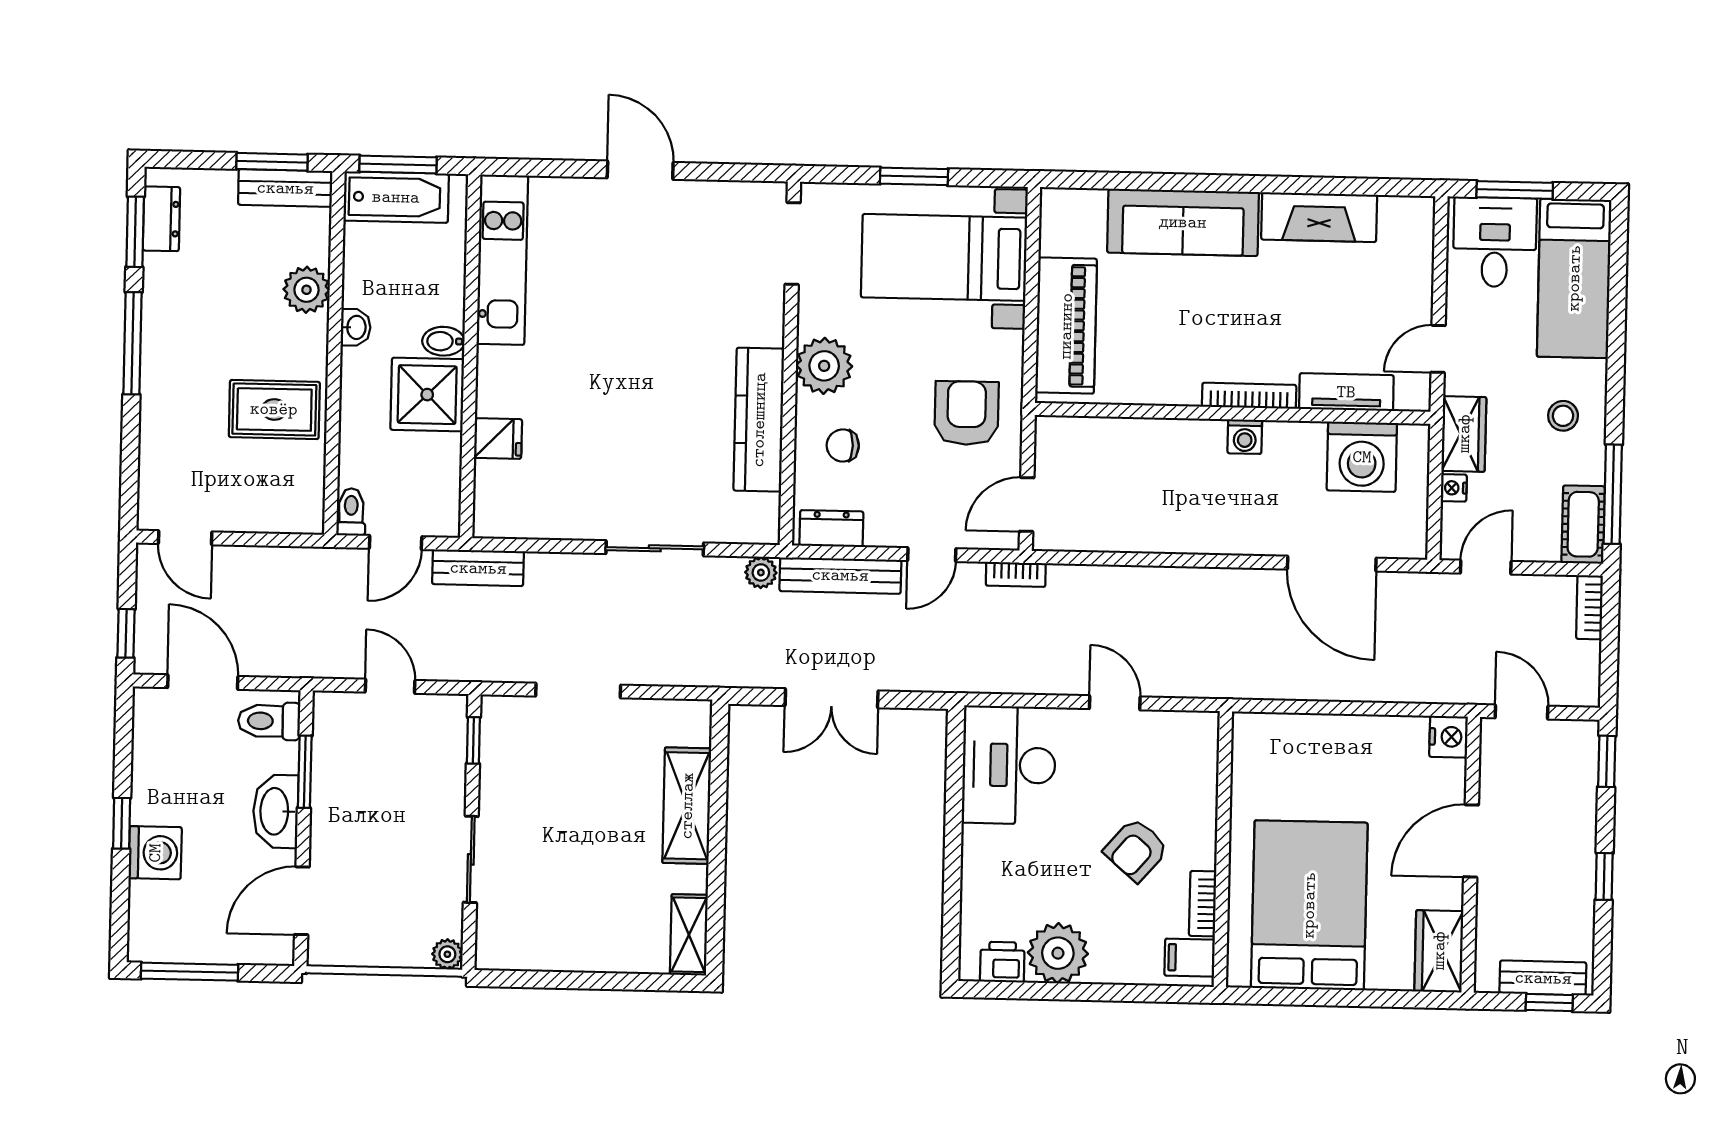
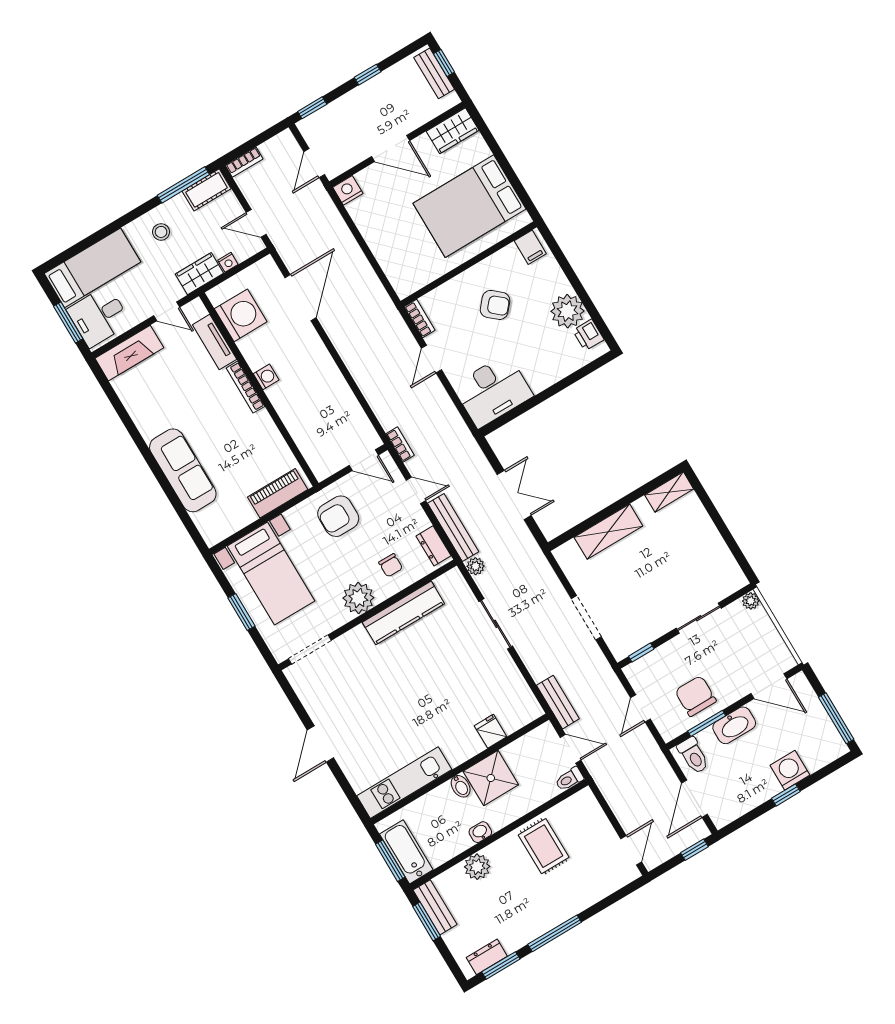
fireplace: (1319, 217) -> (129, 353), moved, turned 90
piano: (1066, 326) -> (278, 493), width x0.73, depth x0.75
chair: (356, 781) -> (696, 696), added
bookcase: (1203, 904) -> (420, 318), moved, turned -90

